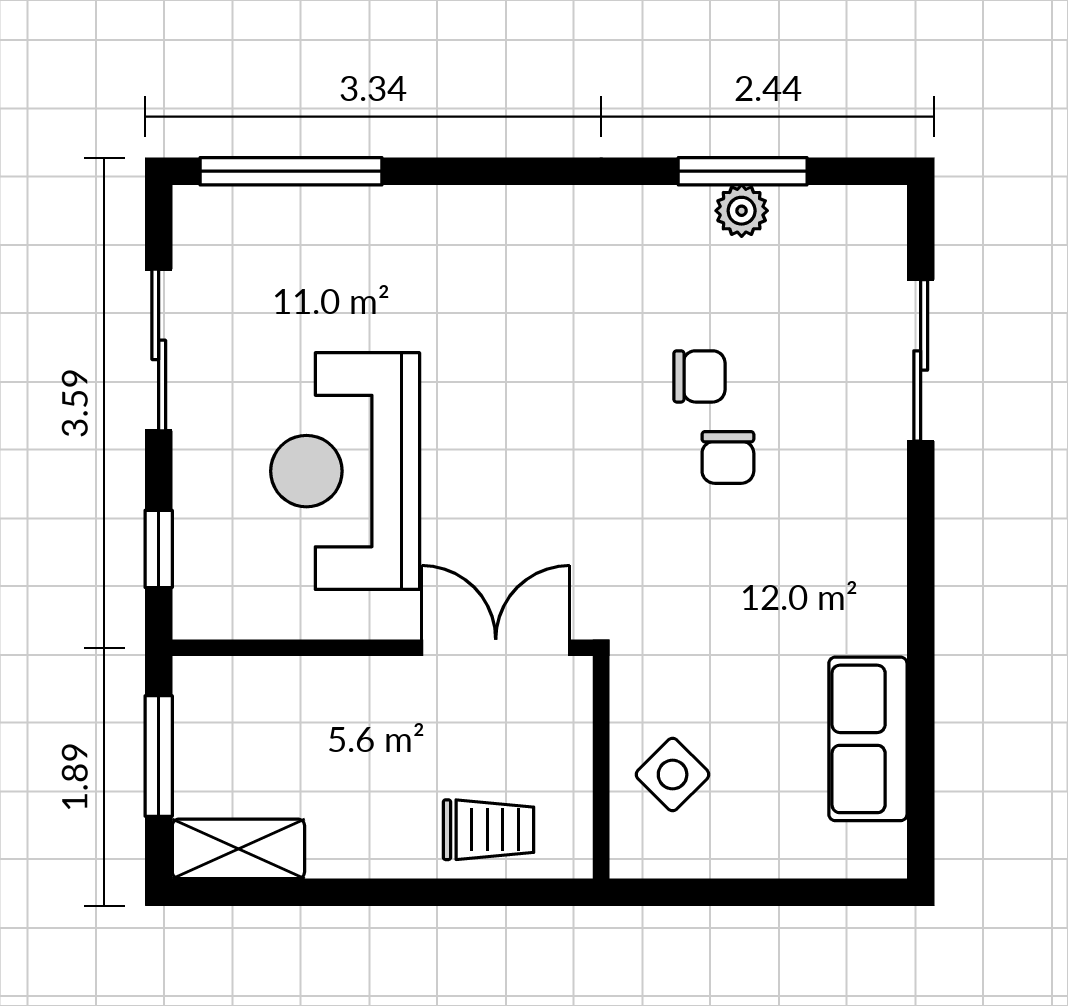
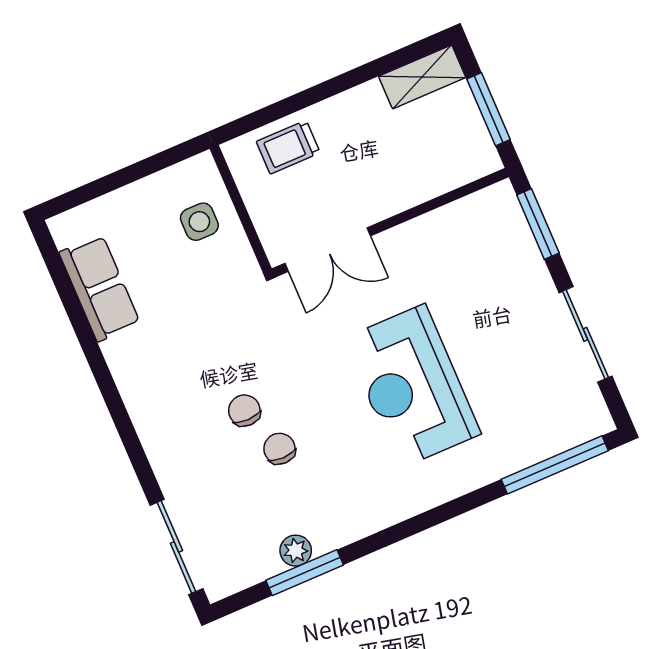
sliding door: (921, 360) -> (176, 547), moved
chair: (699, 376) -> (279, 449), turned 90
reception desk: (345, 471) -> (412, 386), moved, turned 180
window: (159, 549) -> (538, 224), width x1.50
side table: (673, 775) -> (199, 222), turned 45

